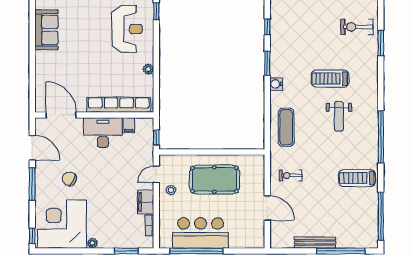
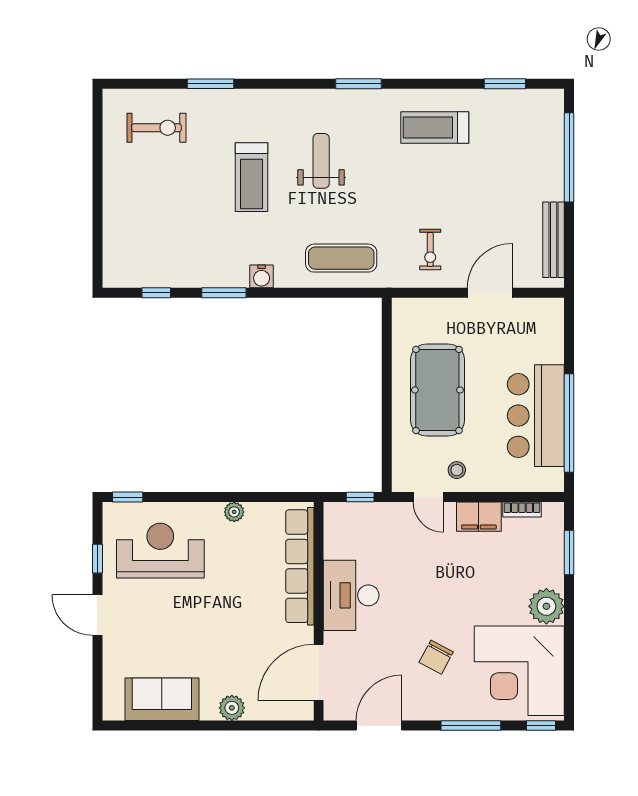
exercise bike: (357, 27) -> (156, 128), turned -90
window: (381, 43) -> (211, 84), moved
plant: (42, 68) -> (232, 708), added
weight bench: (339, 116) -> (321, 161), turned -90
filing cabinet: (129, 125) -> (337, 548), removed
window: (381, 137) -> (358, 84), width x0.47
treadmill: (357, 178) -> (435, 127), turned 90
window: (32, 184) -> (471, 726), moved
window: (381, 216) -> (505, 84), width x0.47
plant: (92, 243) -> (546, 606), width x1.87, depth x1.87
bench: (315, 243) -> (554, 240), moved

